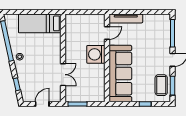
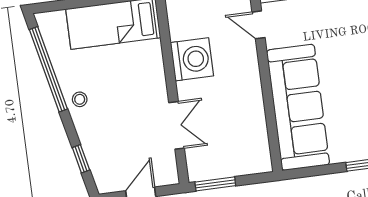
door: (107, 33) -> (259, 25), swing flipped
washing machine: (96, 54) -> (192, 59), moved, turned 180

